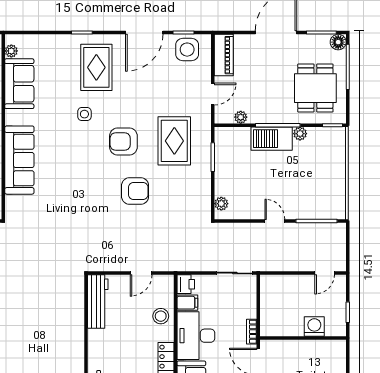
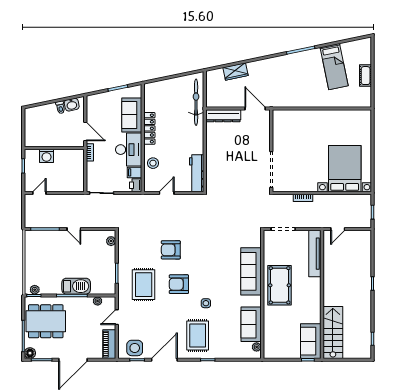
dining table: (315, 88) -> (46, 321), width x1.37
plant: (300, 134) -> (35, 290), moved
armchair: (123, 142) -> (179, 284), turned 180

